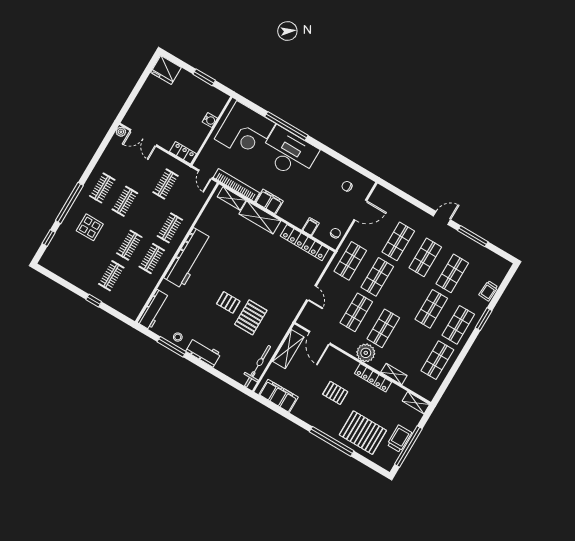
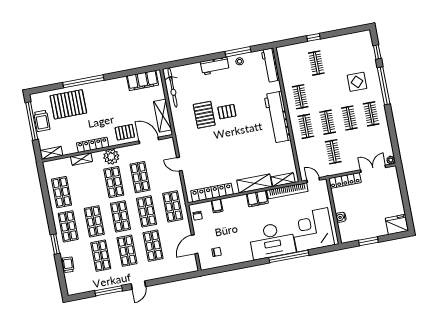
locker: (183, 153) -> (345, 180), width x1.53
clothes rail: (129, 245) -> (328, 122), moved
shop shelf: (404, 293) -> (120, 216), added
pallet: (335, 393) -> (125, 132), moved

